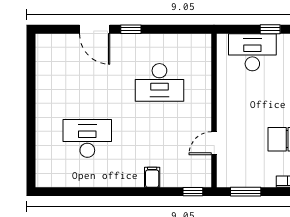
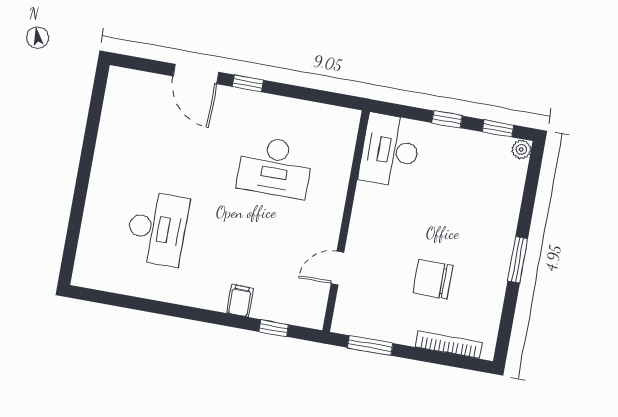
desk: (252, 52) -> (390, 150), moved, turned -90
desk: (87, 138) -> (157, 229), turned 90
window: (193, 192) -> (274, 328), moved

